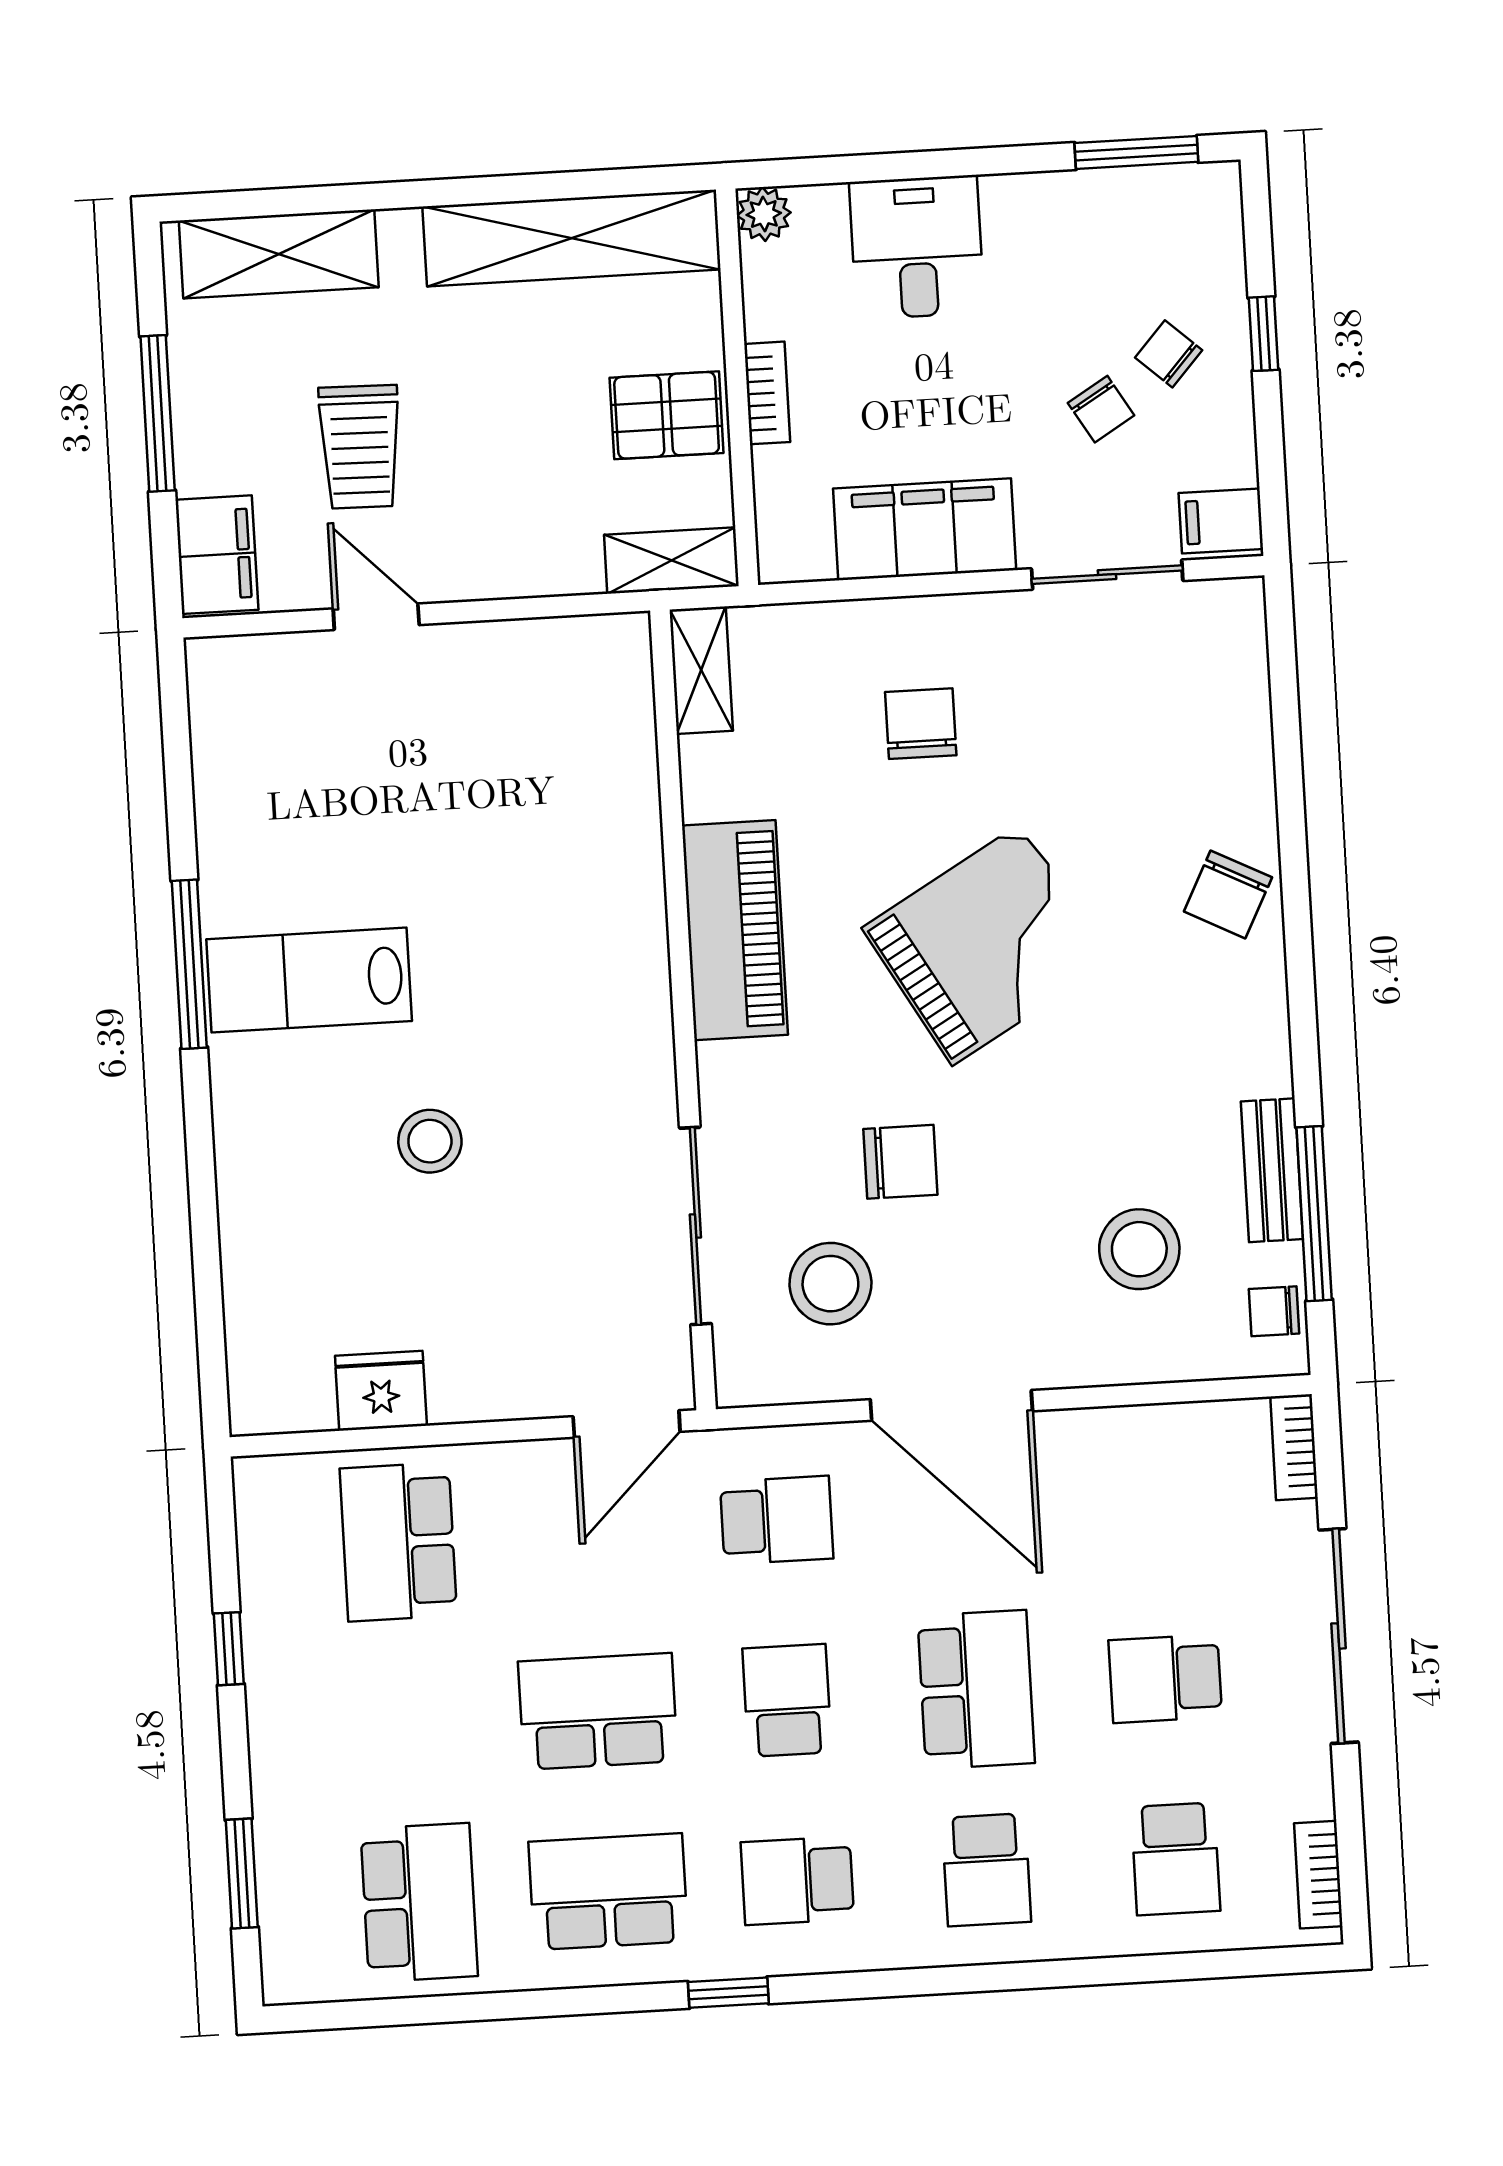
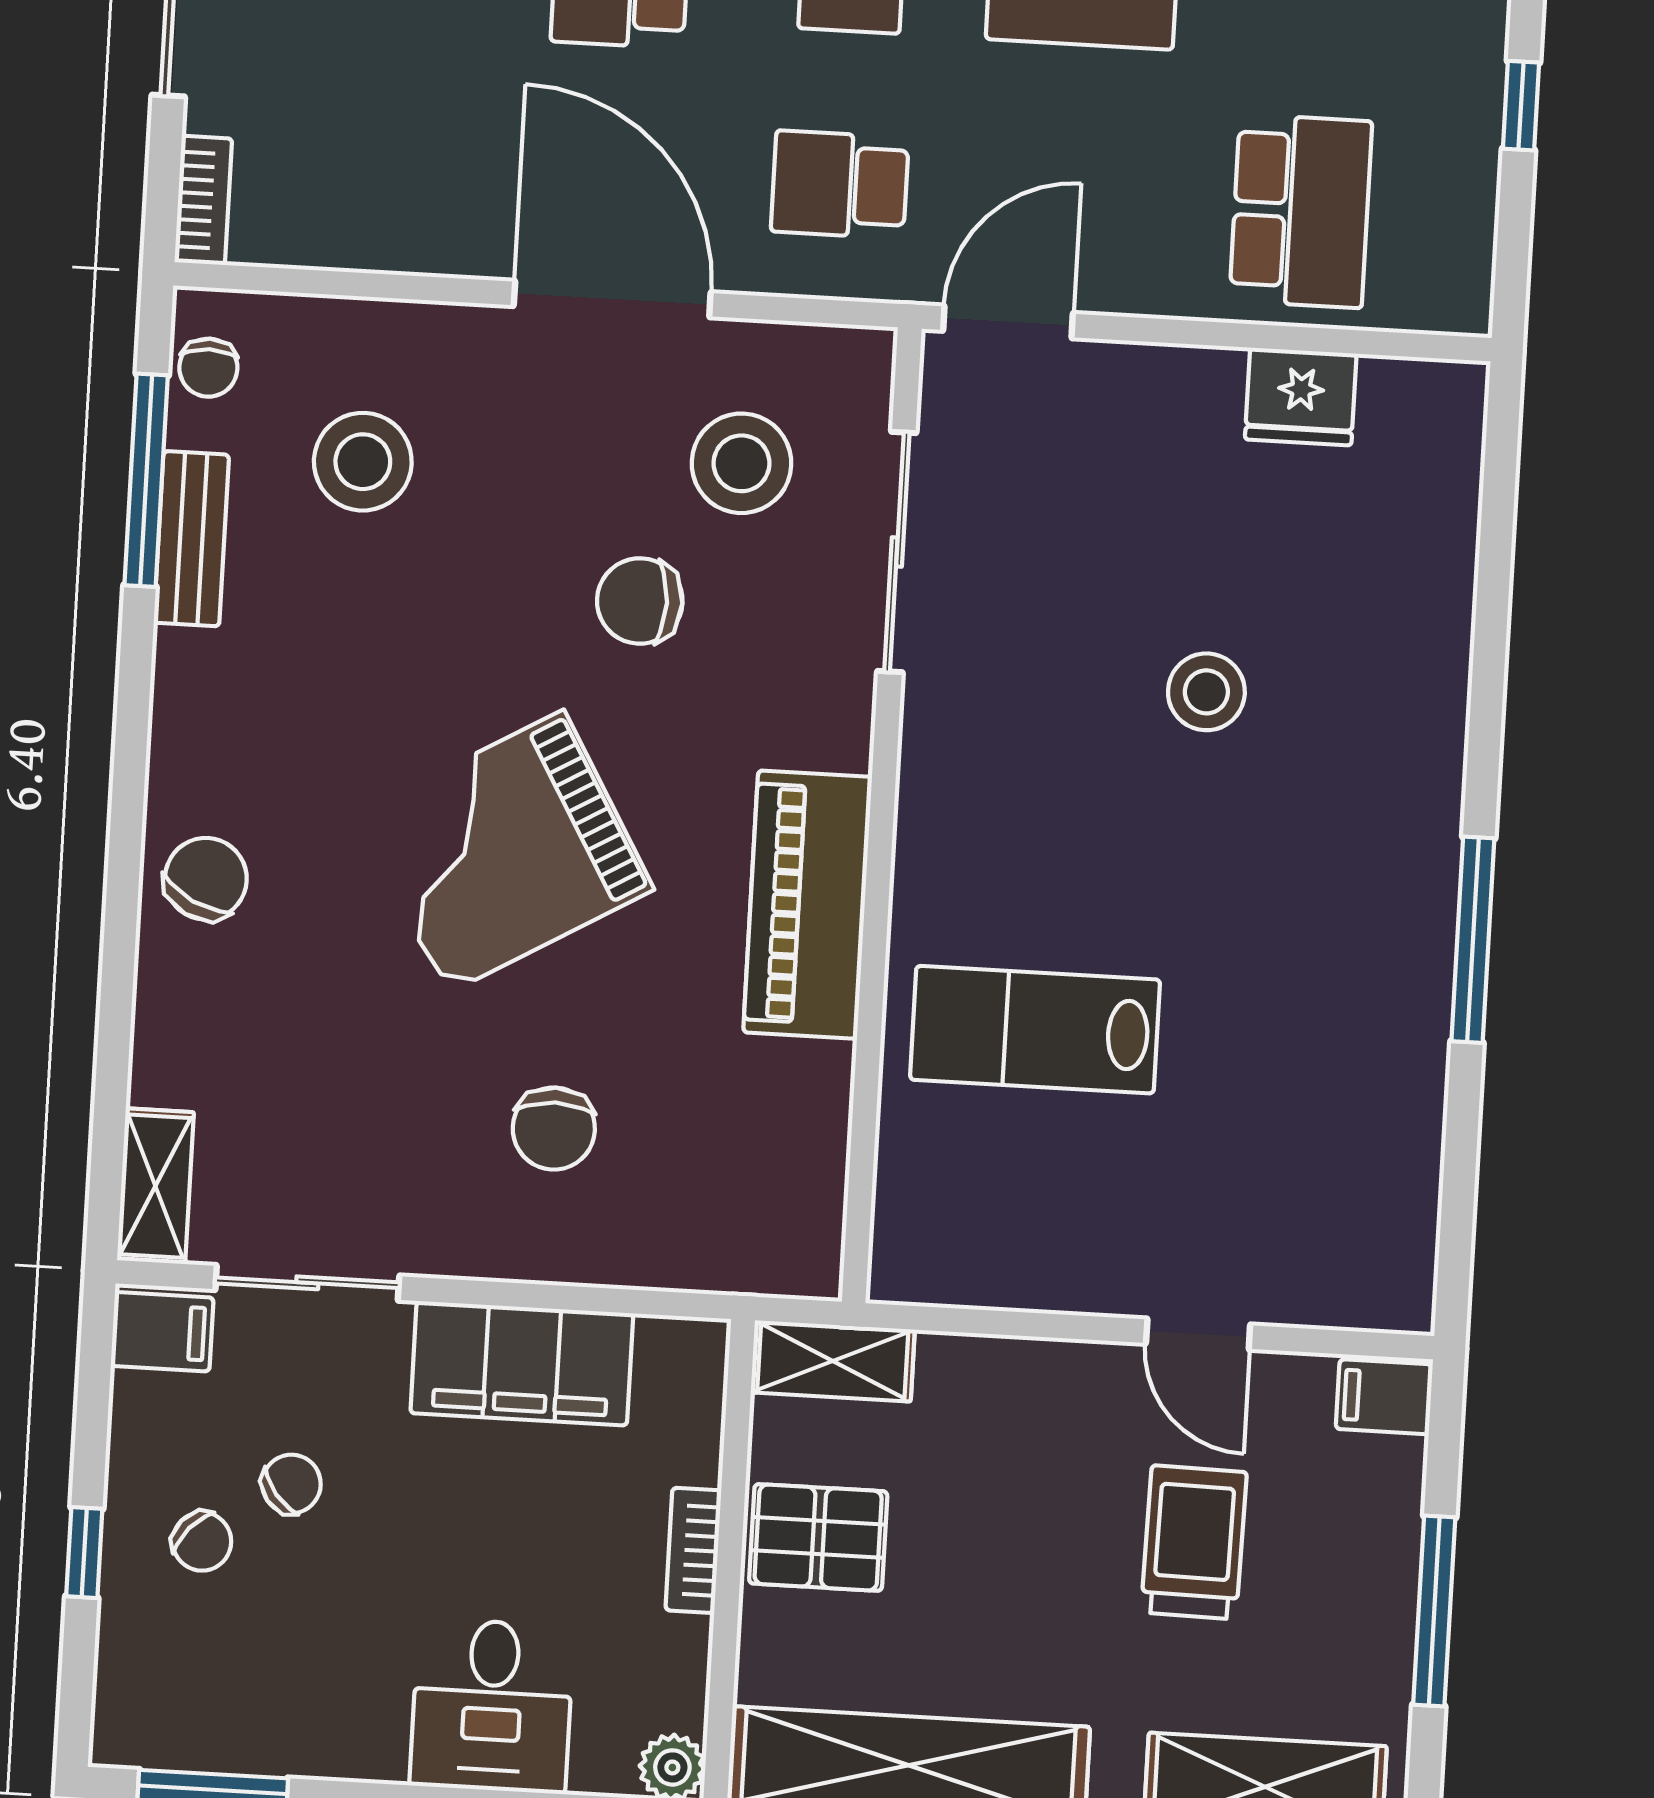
chair: (1101, 409) -> (291, 1484), turned 83
filing cabinet: (217, 555) -> (1384, 1397), width x0.50
shelving: (701, 670) -> (155, 1186), moved
lab bench: (309, 980) -> (1035, 1030), moved, turned 180
chair: (1274, 1311) -> (208, 368), turned 90

